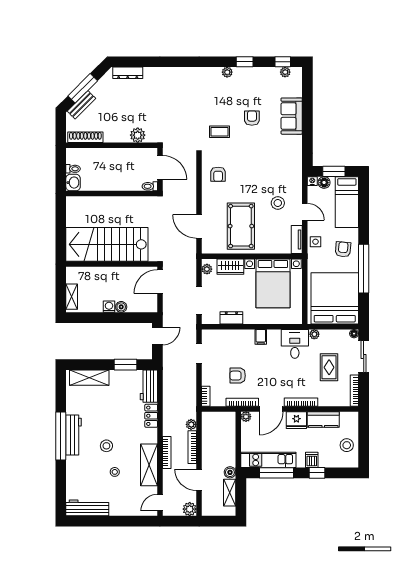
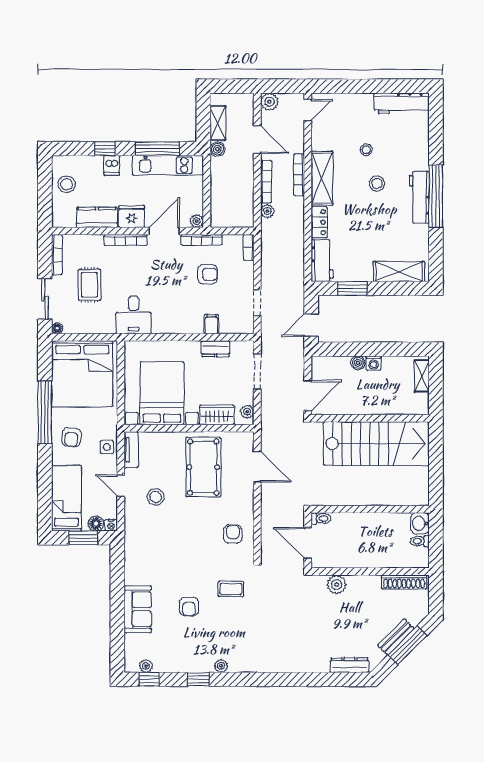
bench: (81, 105) -> (396, 637), moved
plant: (314, 334) -> (108, 328), removed
filing cabinet: (261, 337) -> (211, 324), moved
shelving: (149, 465) -> (322, 178), moved

